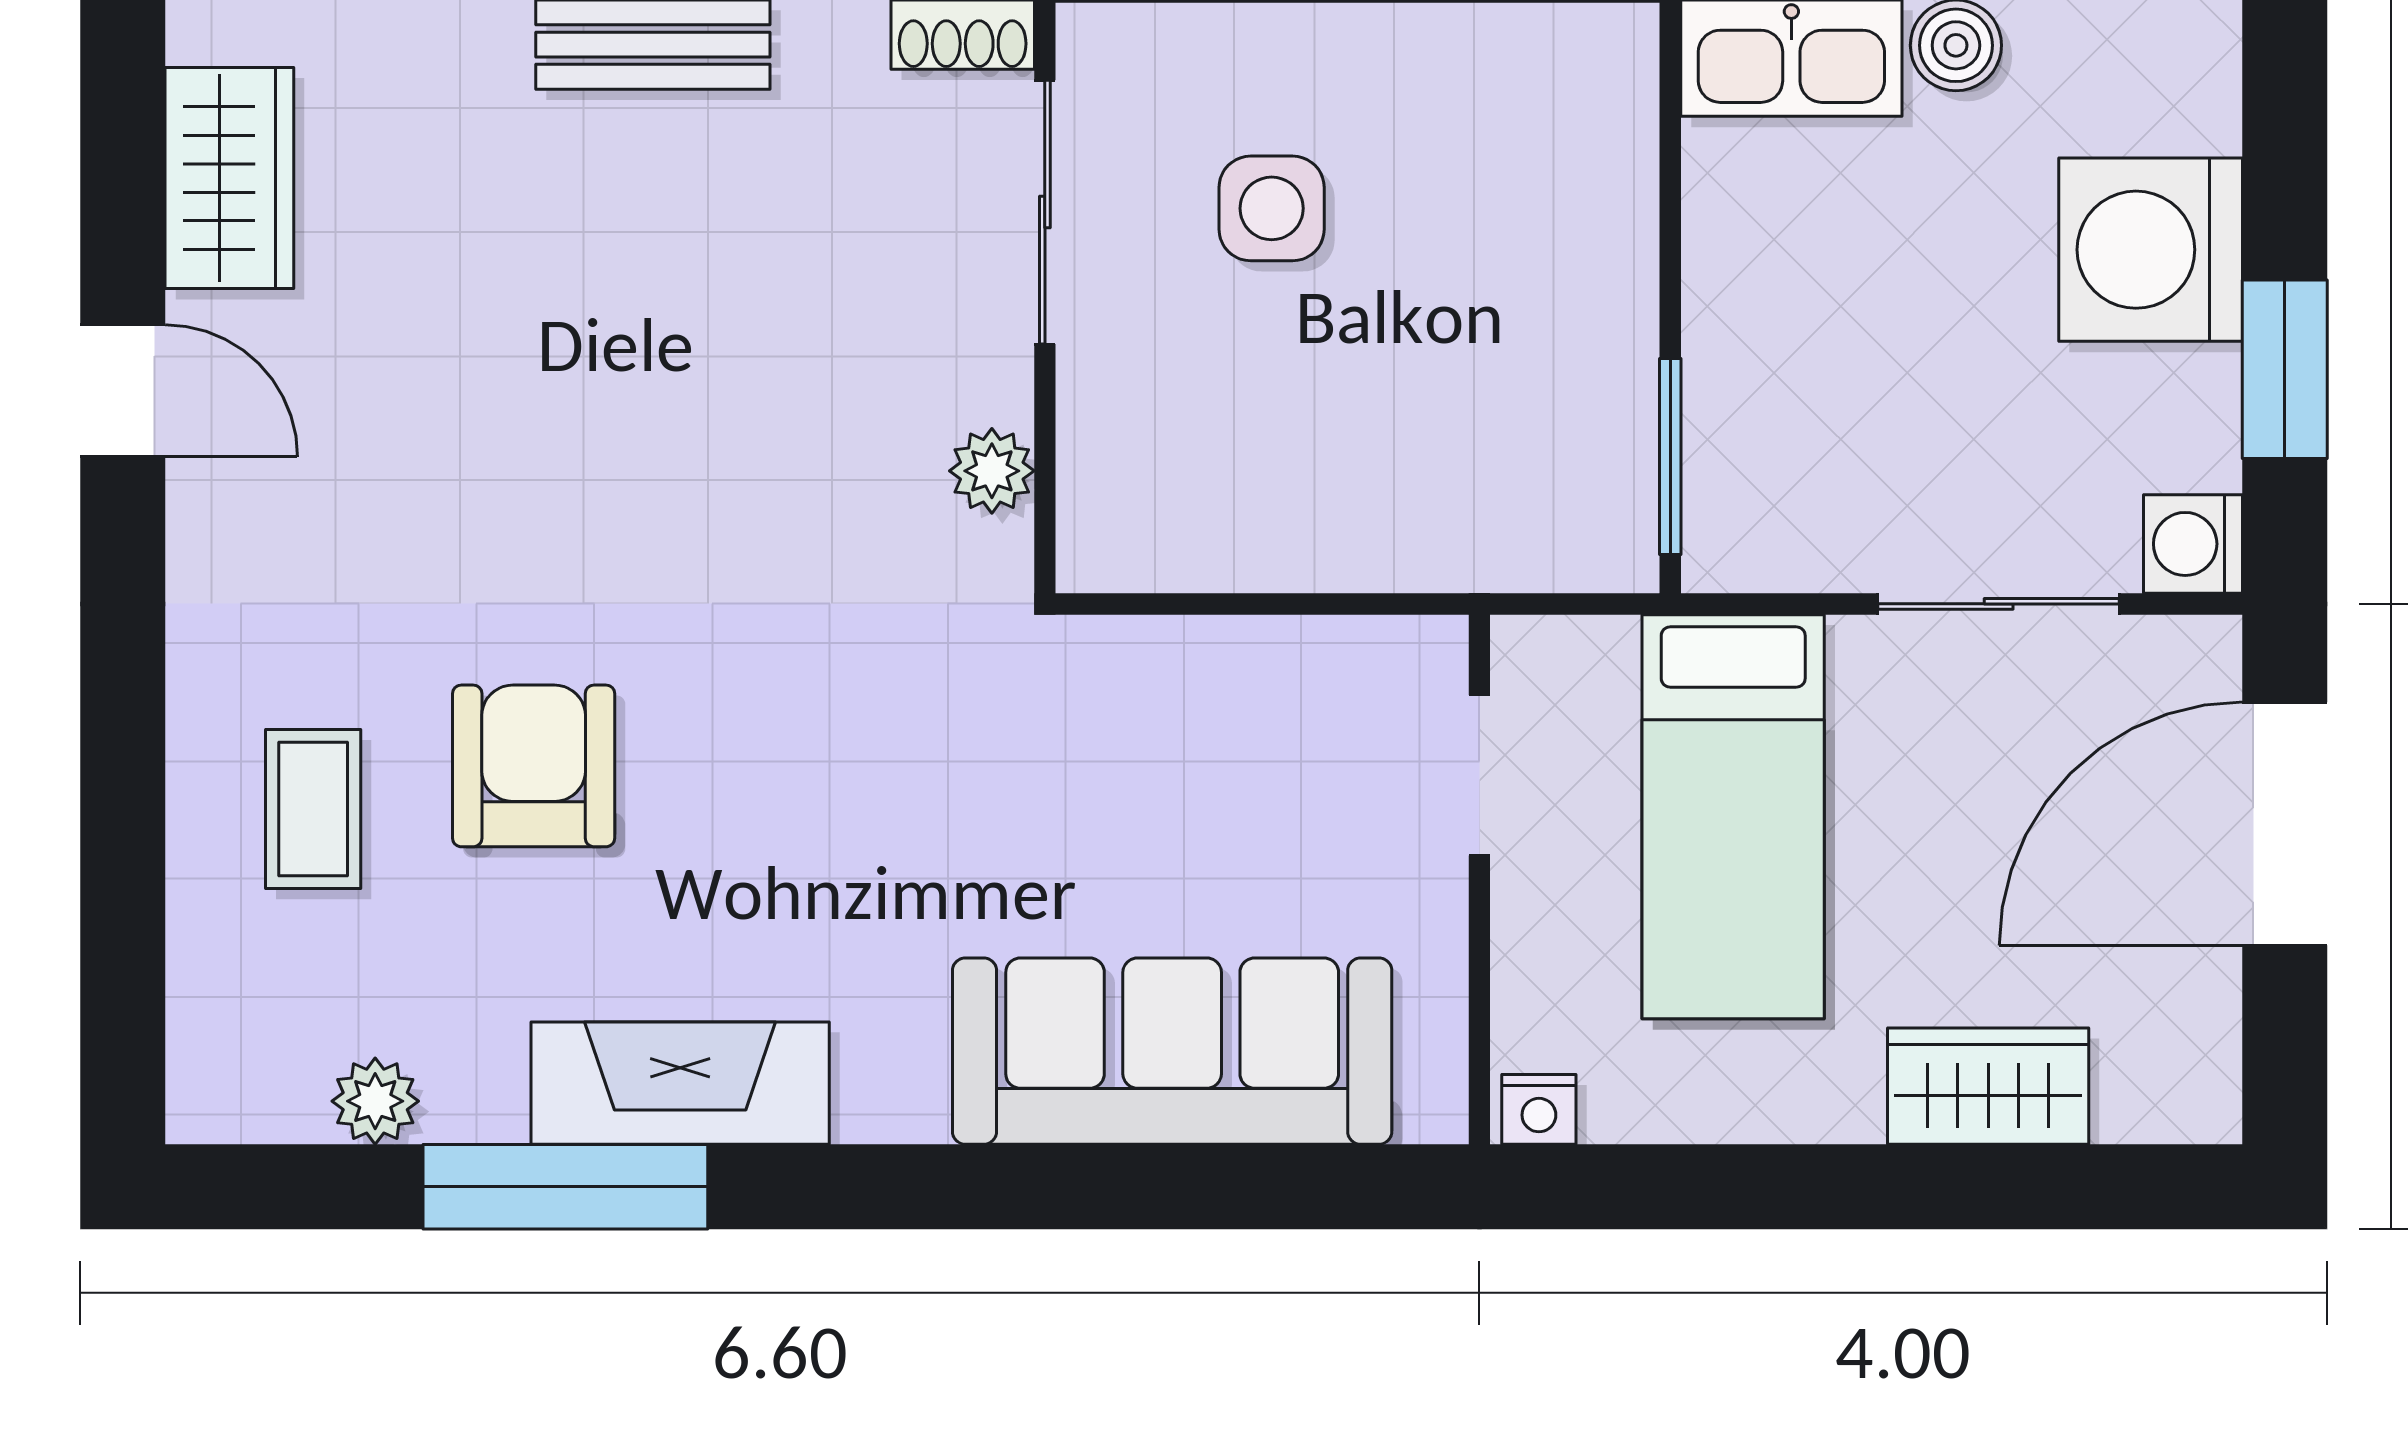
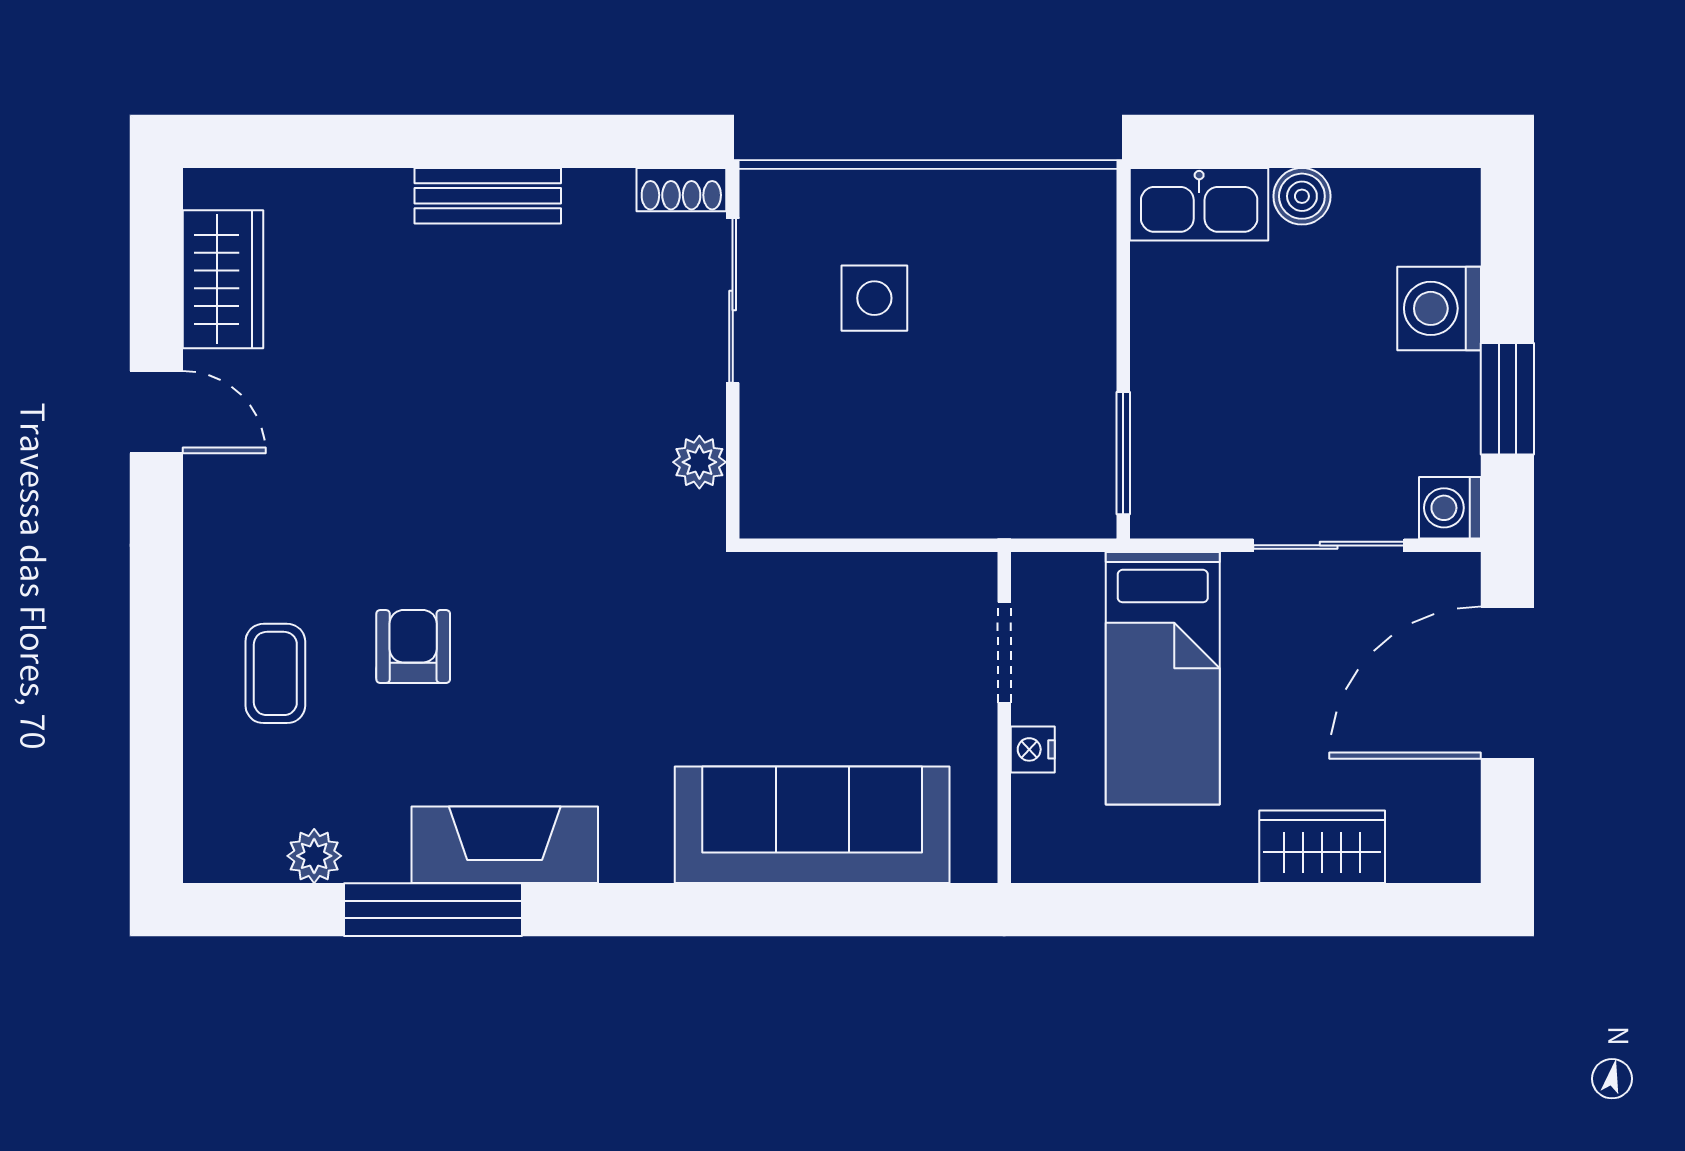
washing machine: (2151, 250) -> (1439, 308), width x0.73, depth x0.73
armchair: (534, 766) -> (413, 647), width x0.72, depth x0.72
nightstand: (1539, 1109) -> (1033, 749), moved, turned 90

